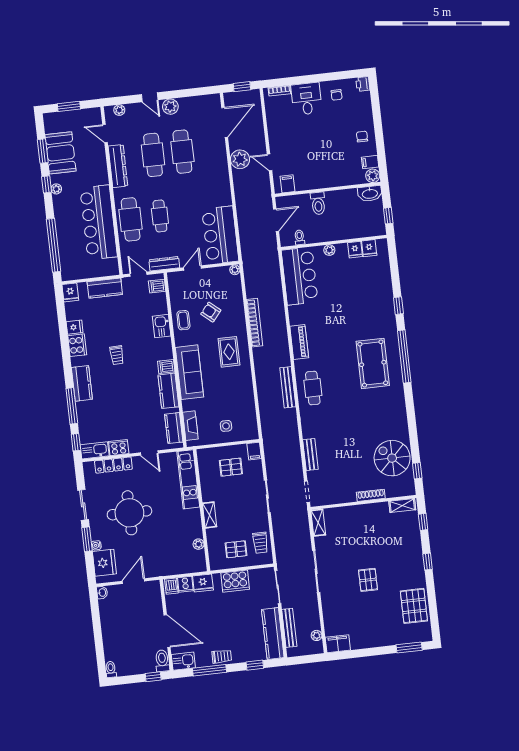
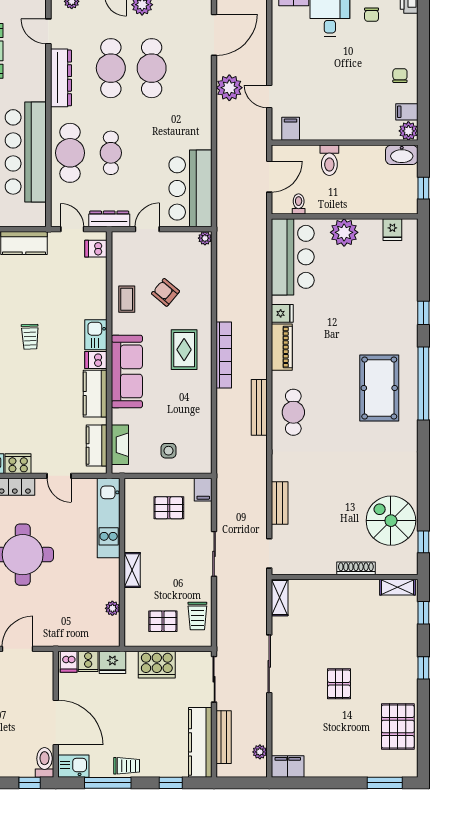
plant: (329, 250) -> (344, 232), width x1.88, depth x1.88
fridge: (355, 250) -> (282, 313), moved, turned -90
bookcase: (255, 323) -> (224, 355), moved
kitchen sink: (162, 326) -> (96, 335), moved

